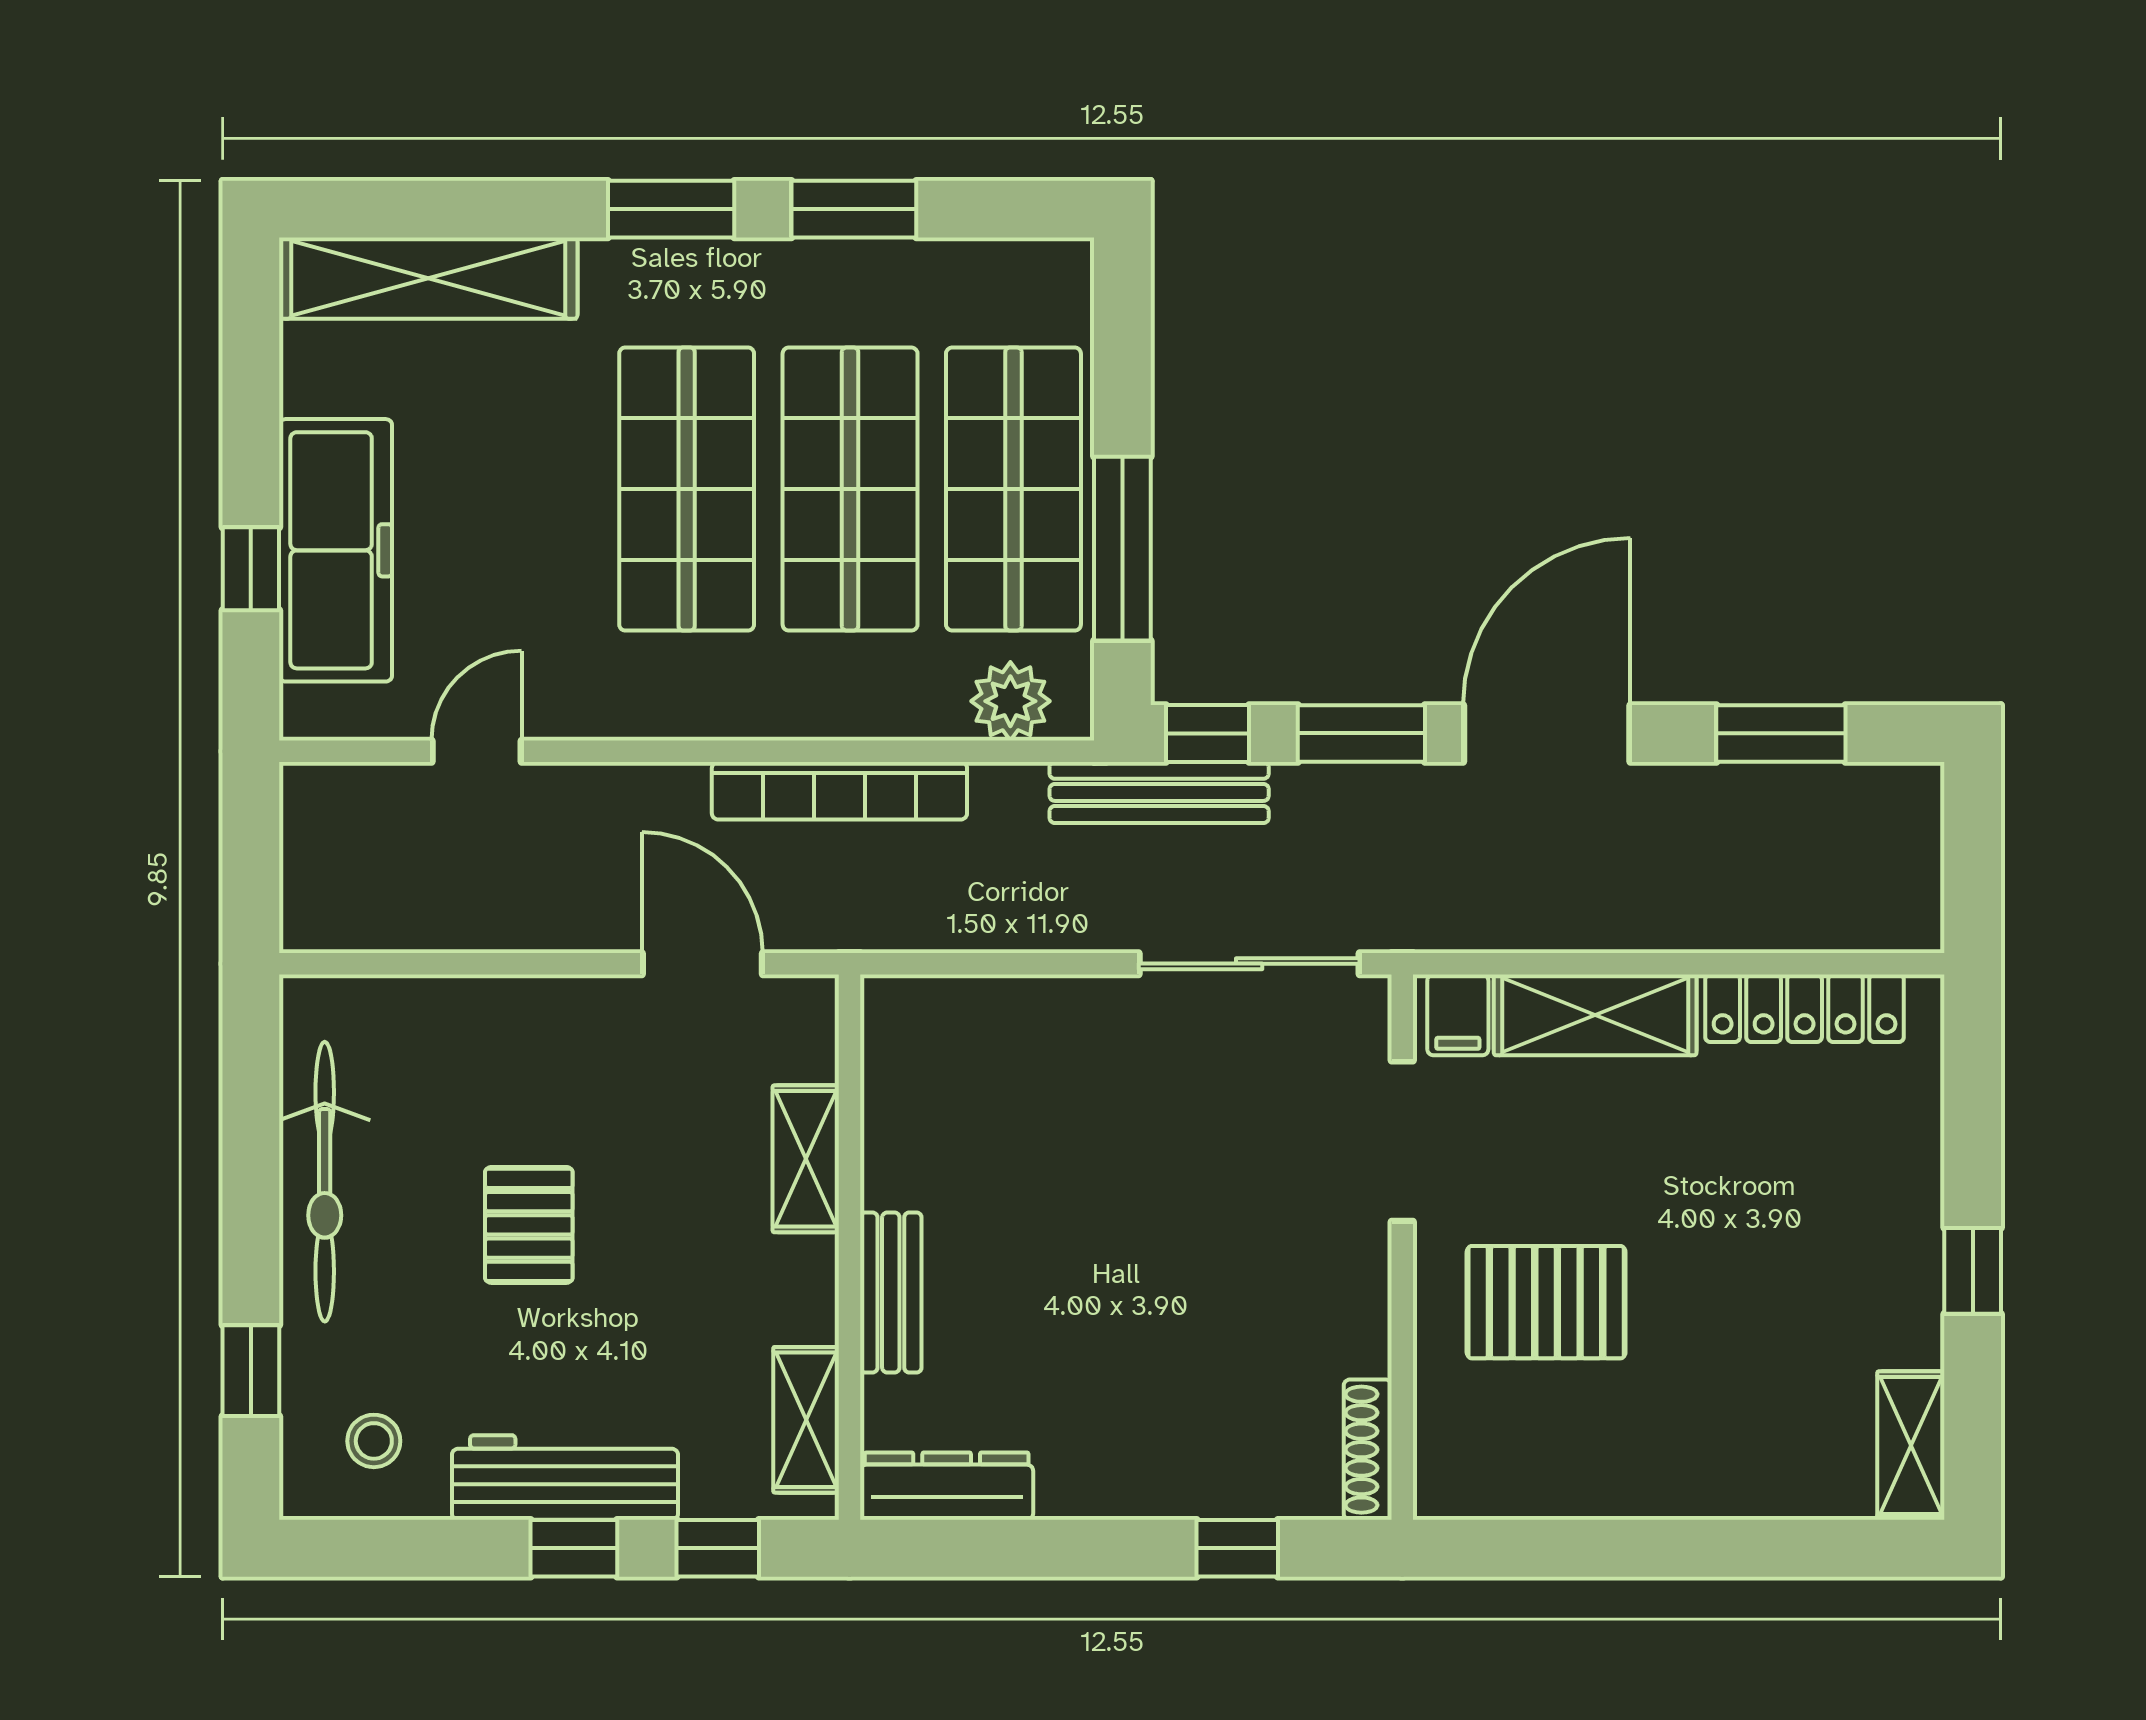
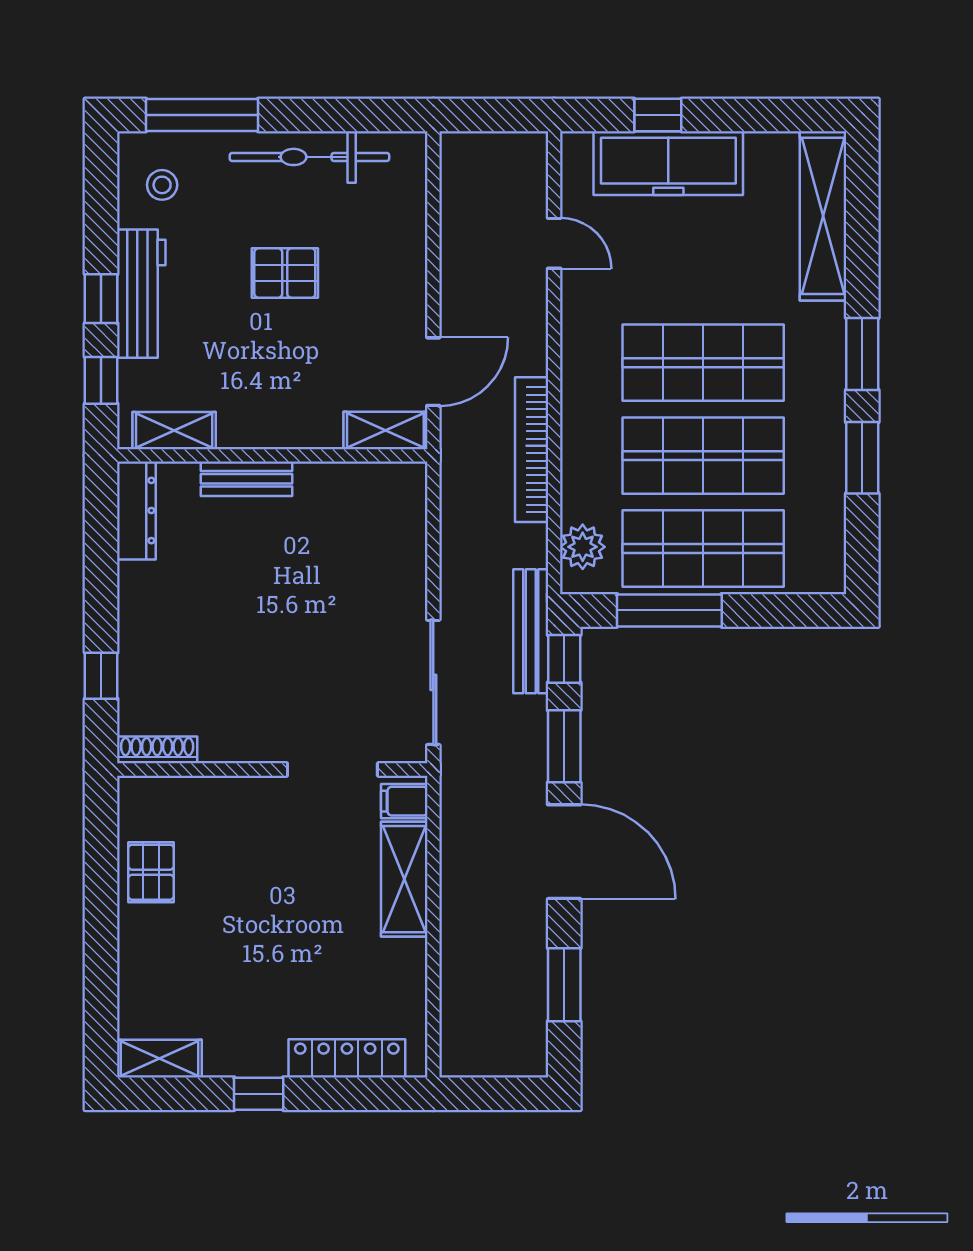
locker: (1805, 1008) -> (347, 1058), moved, turned 90
shelving: (806, 1159) -> (385, 430), moved
pallet: (1546, 1302) -> (151, 872), moved, width x0.67, depth x0.71
window: (251, 1371) -> (202, 115), width x2.17

